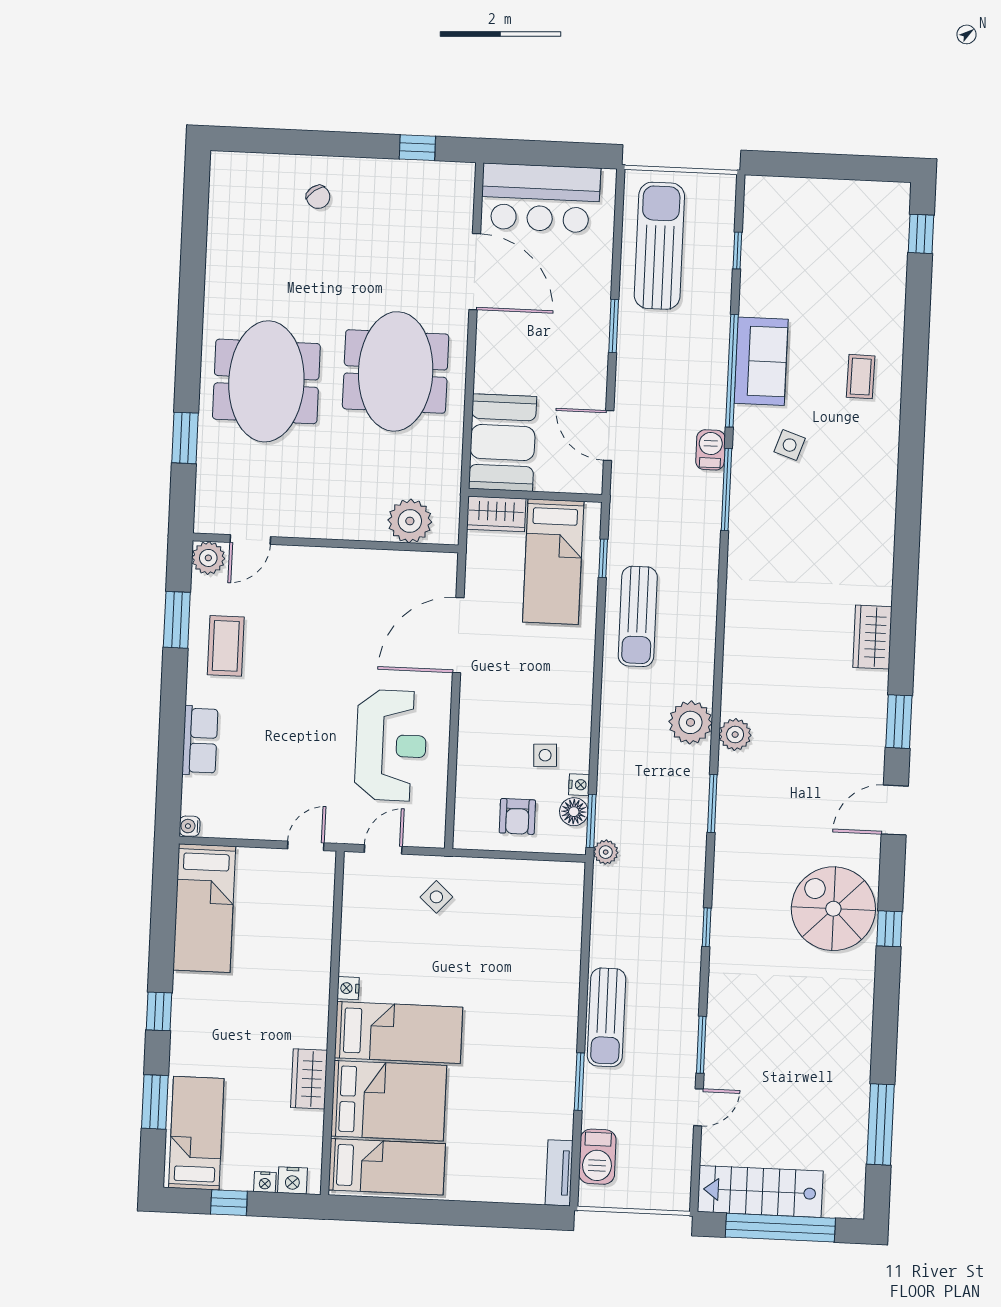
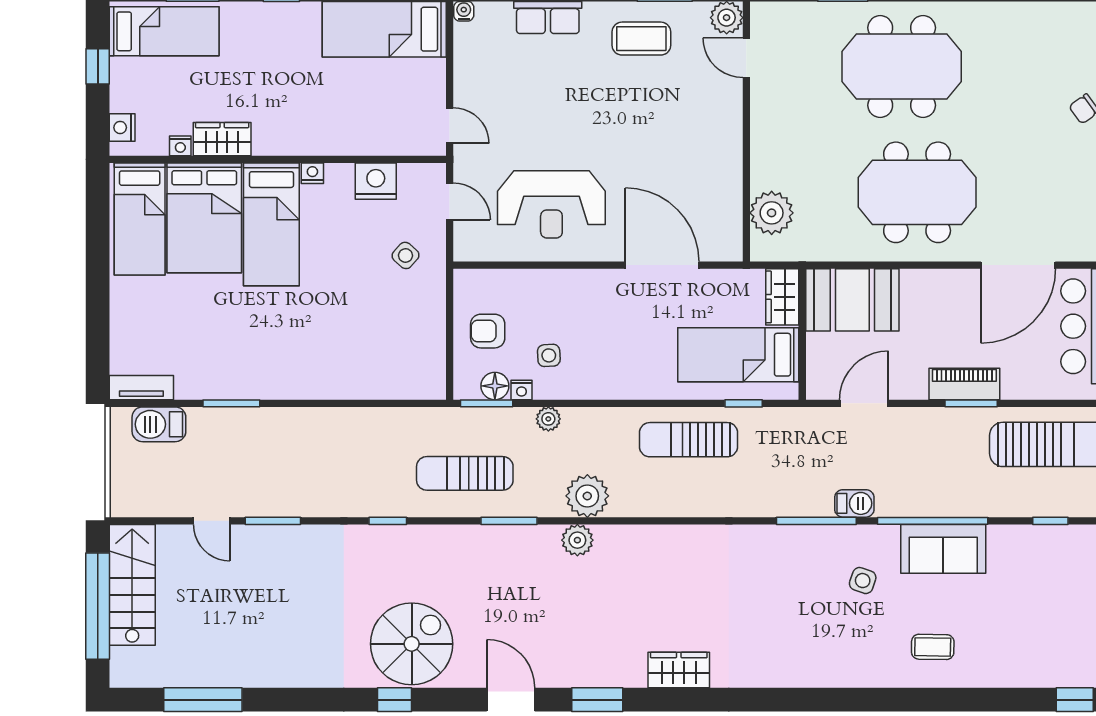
piano: (594, 332) -> (964, 384), added
plant: (606, 852) -> (548, 419), moved
nightstand: (359, 924) -> (376, 181), added
sun lounger: (607, 1017) -> (465, 473), moved
nightstand: (265, 1182) -> (180, 146), moved, turned -90

